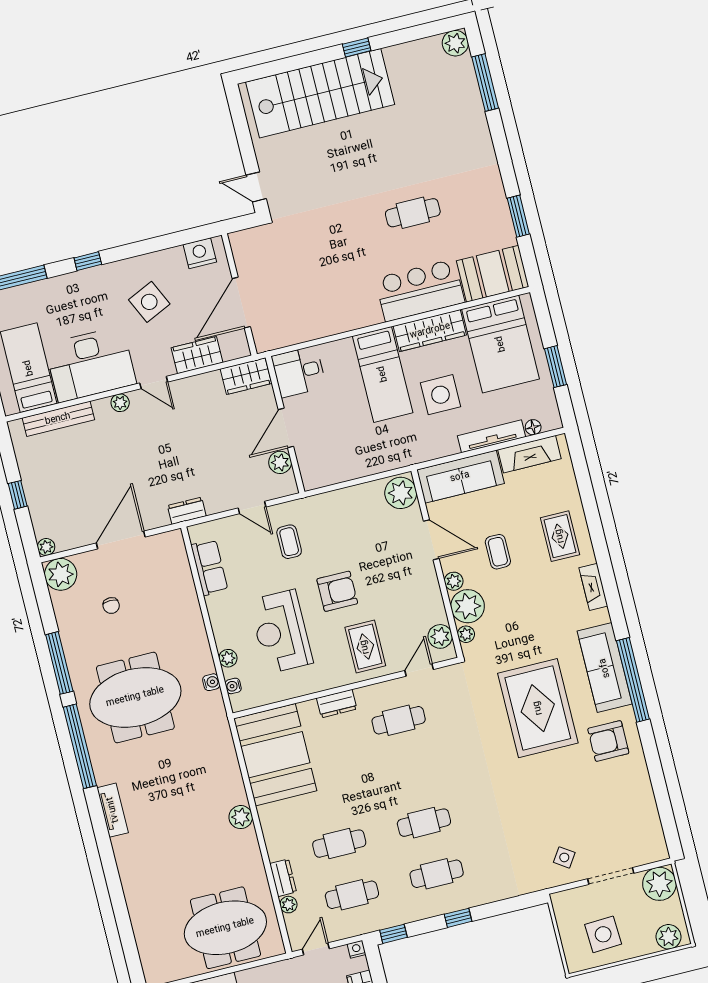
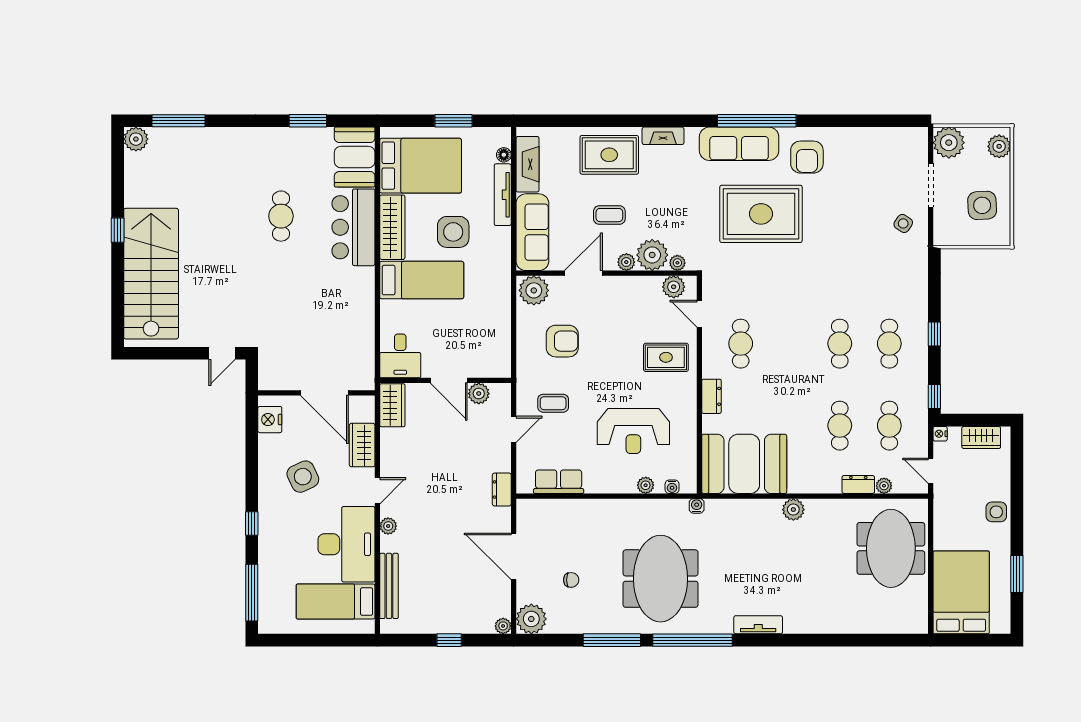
rug: (560, 536) -> (609, 155), width x1.36, depth x1.43
armchair: (337, 591) -> (562, 341), moved, turned 90
water cooler: (211, 682) -> (697, 506), moved

